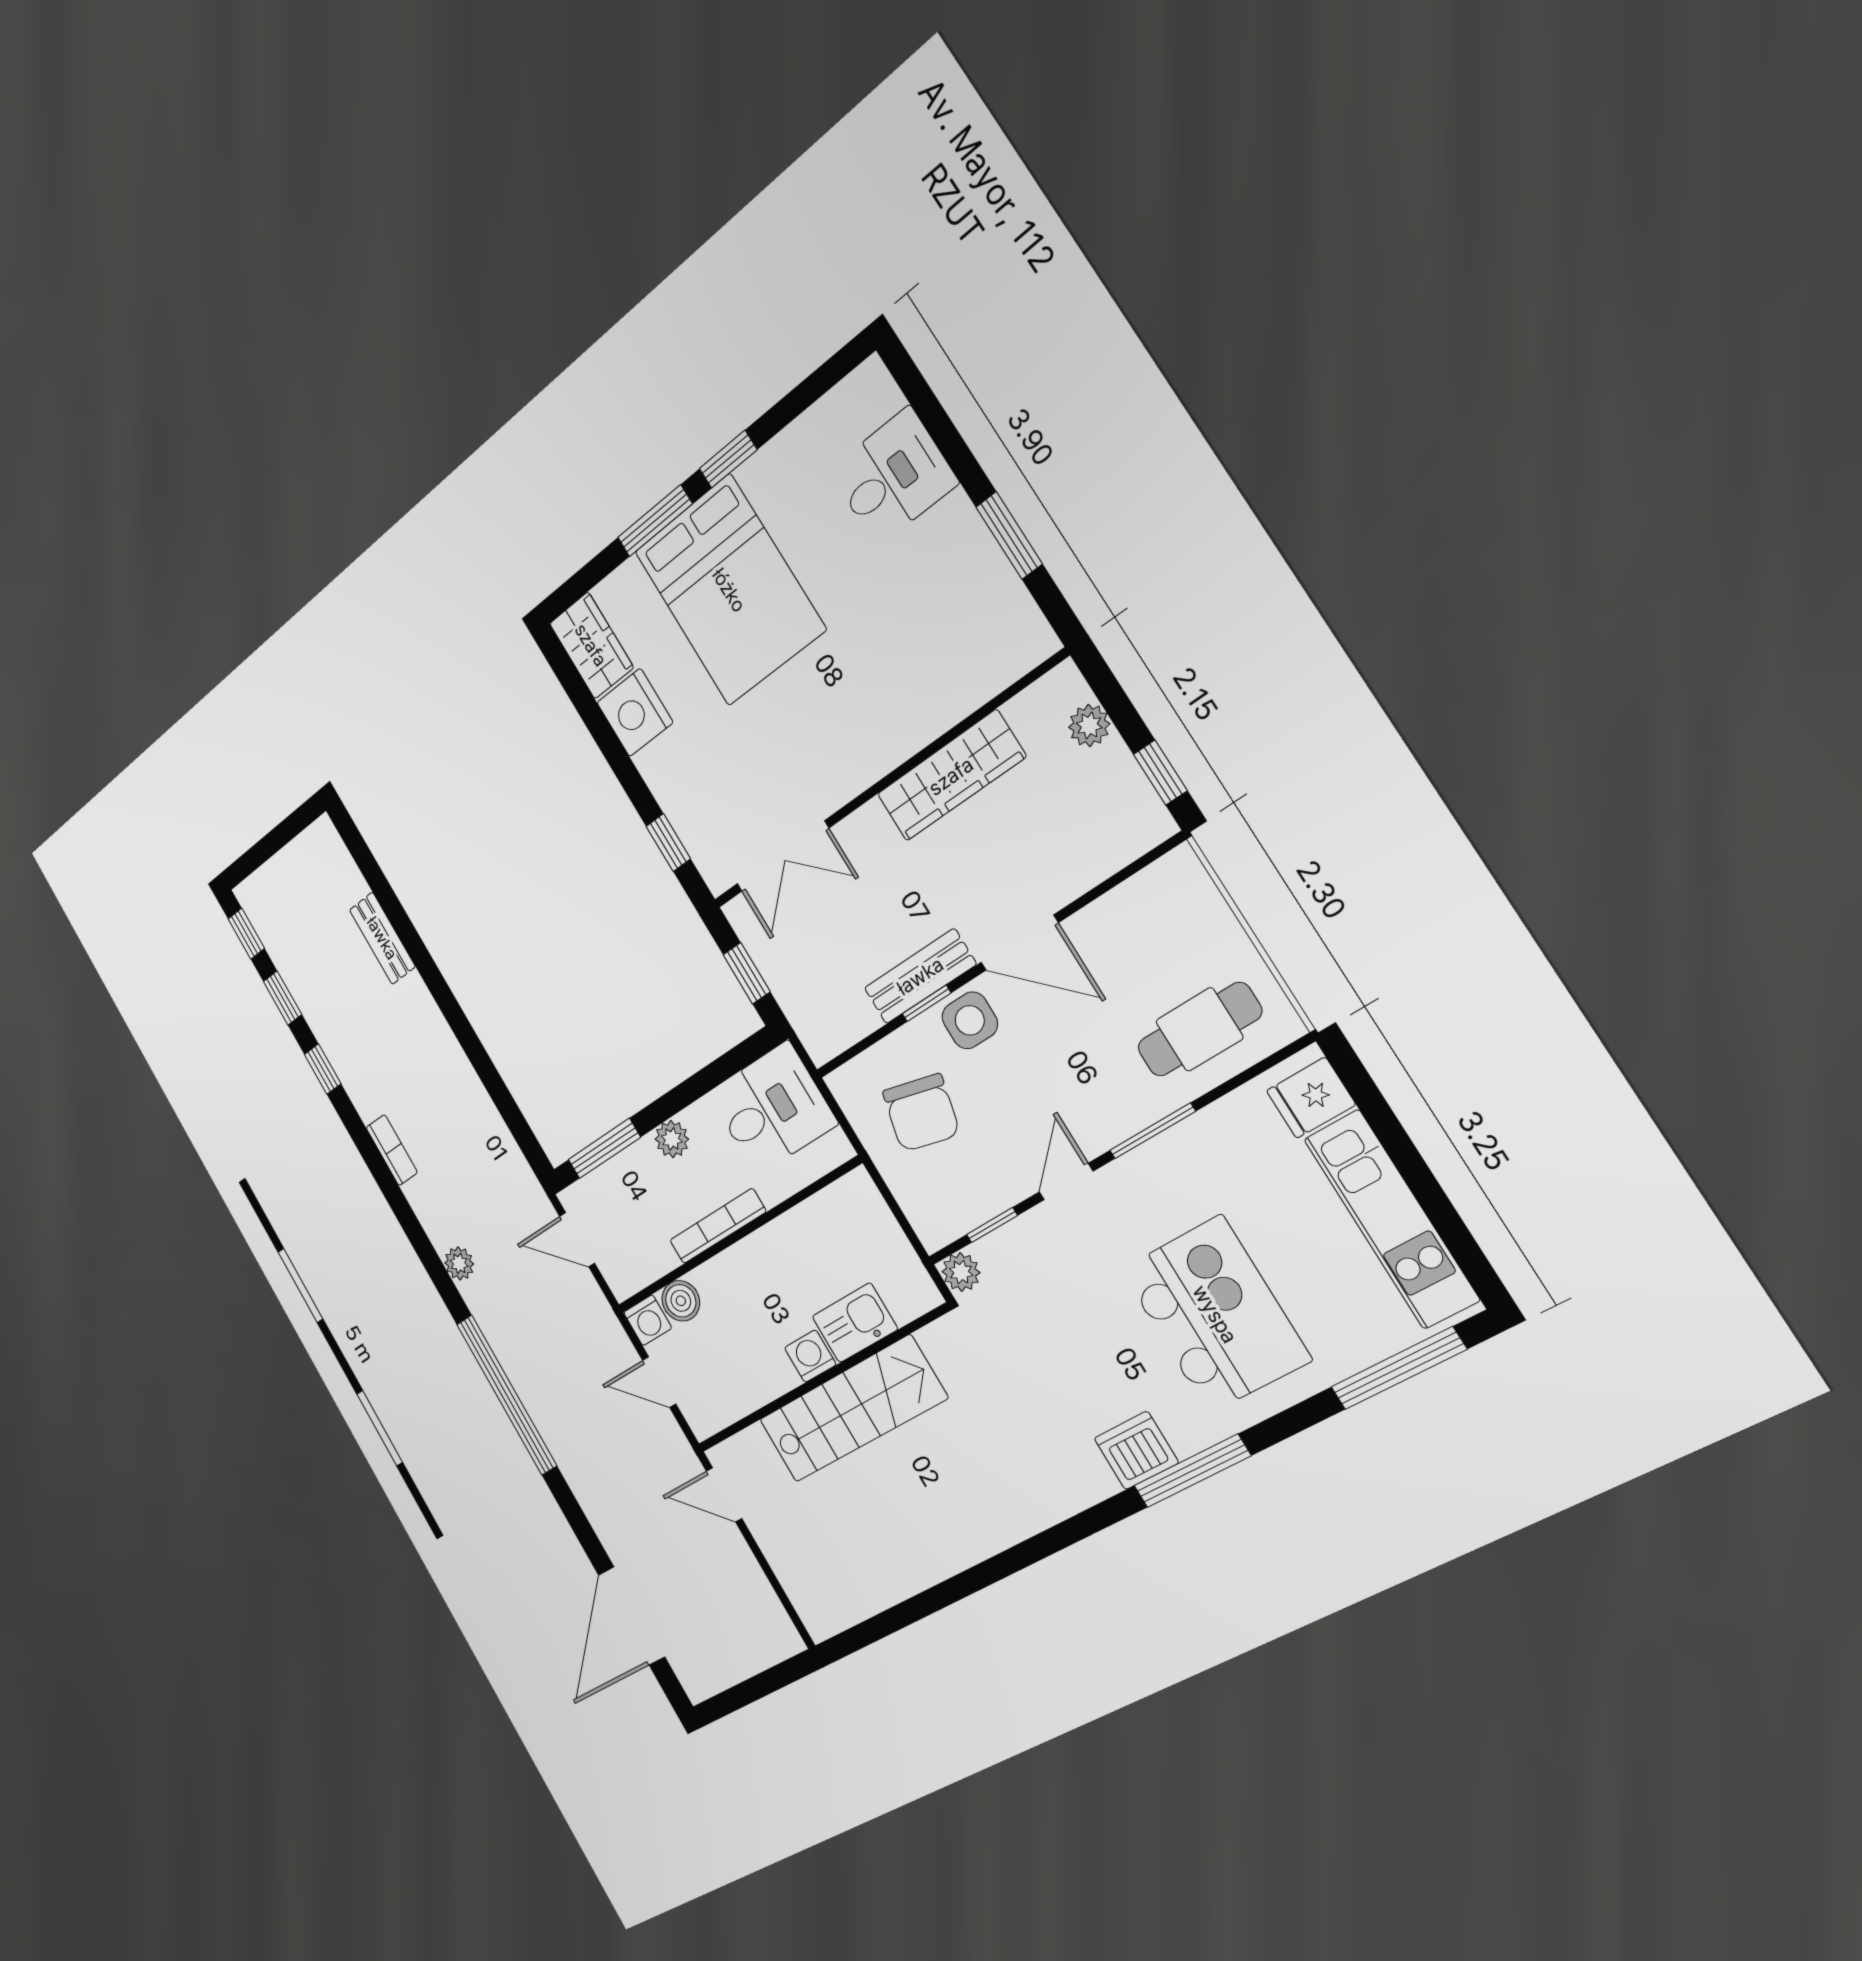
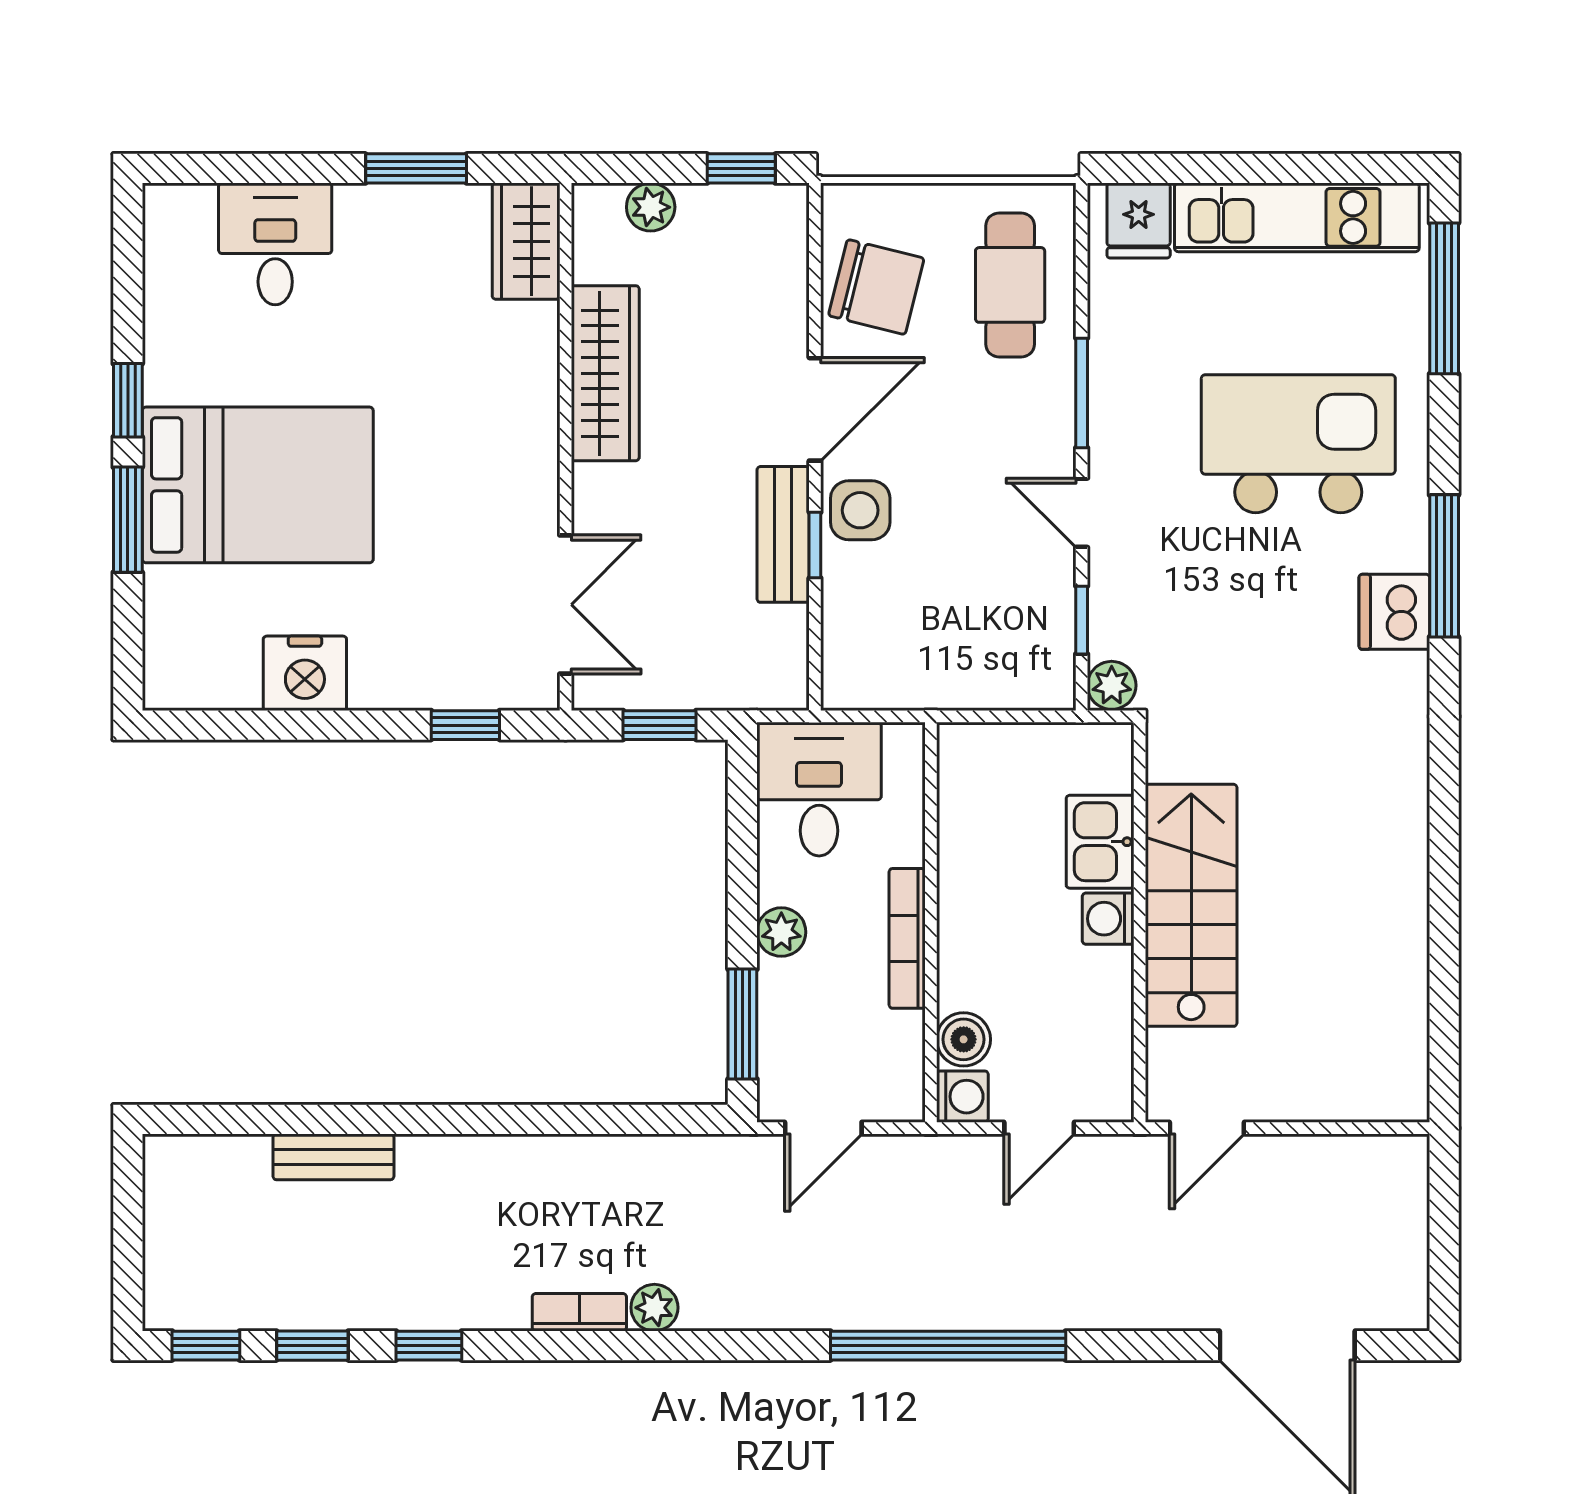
wardrobe: (591, 645) -> (526, 241), moved, turned -90
chair: (921, 1113) -> (876, 287), moved
plant: (459, 1263) -> (654, 1308), moved

